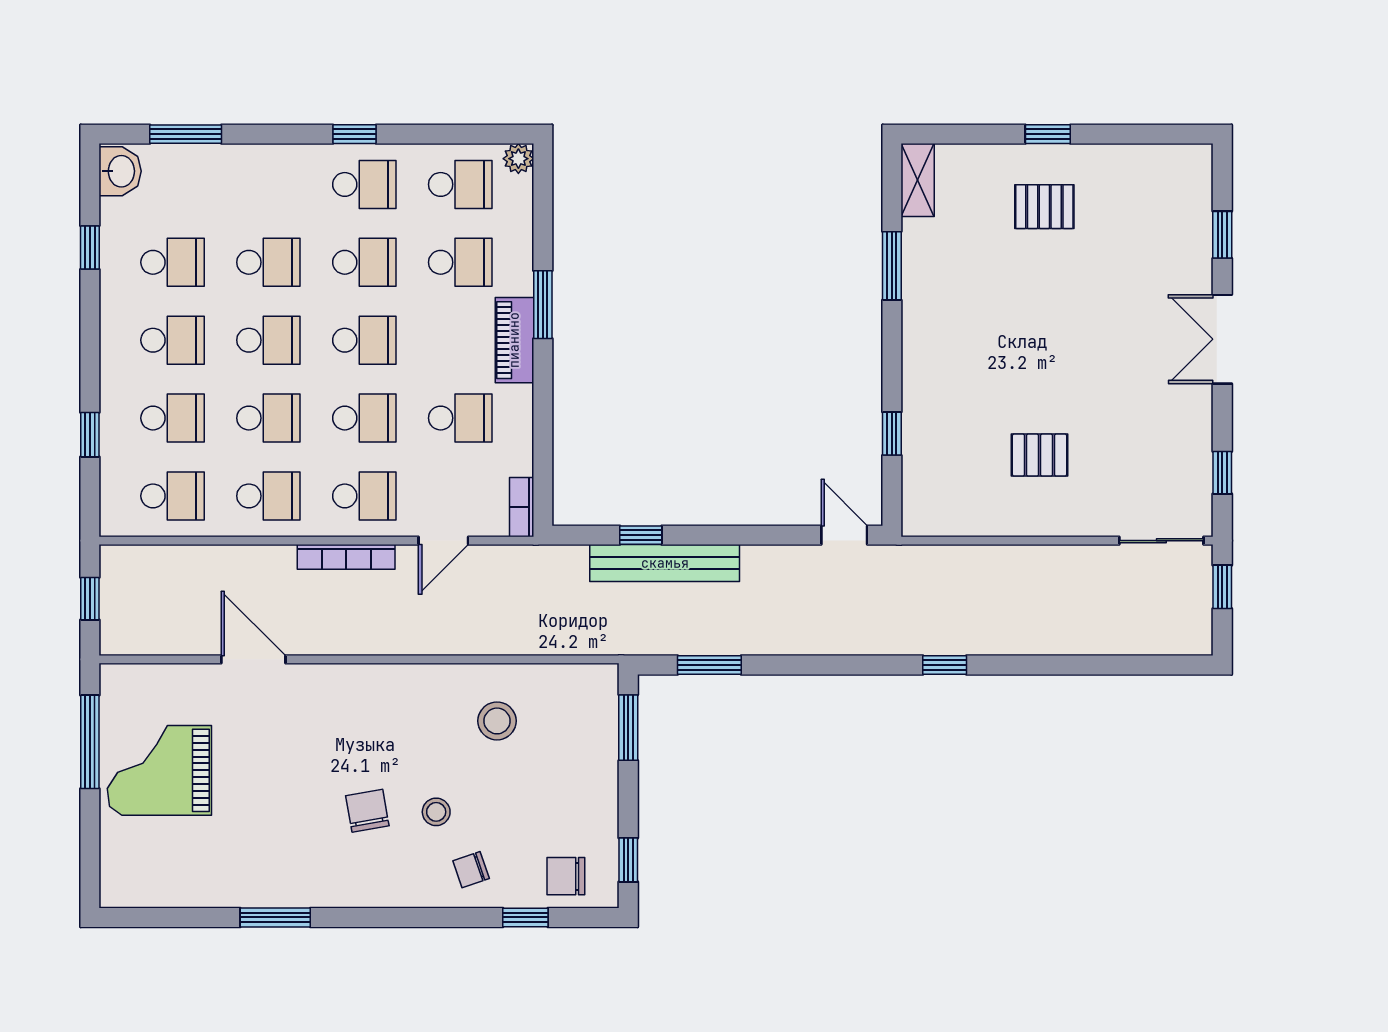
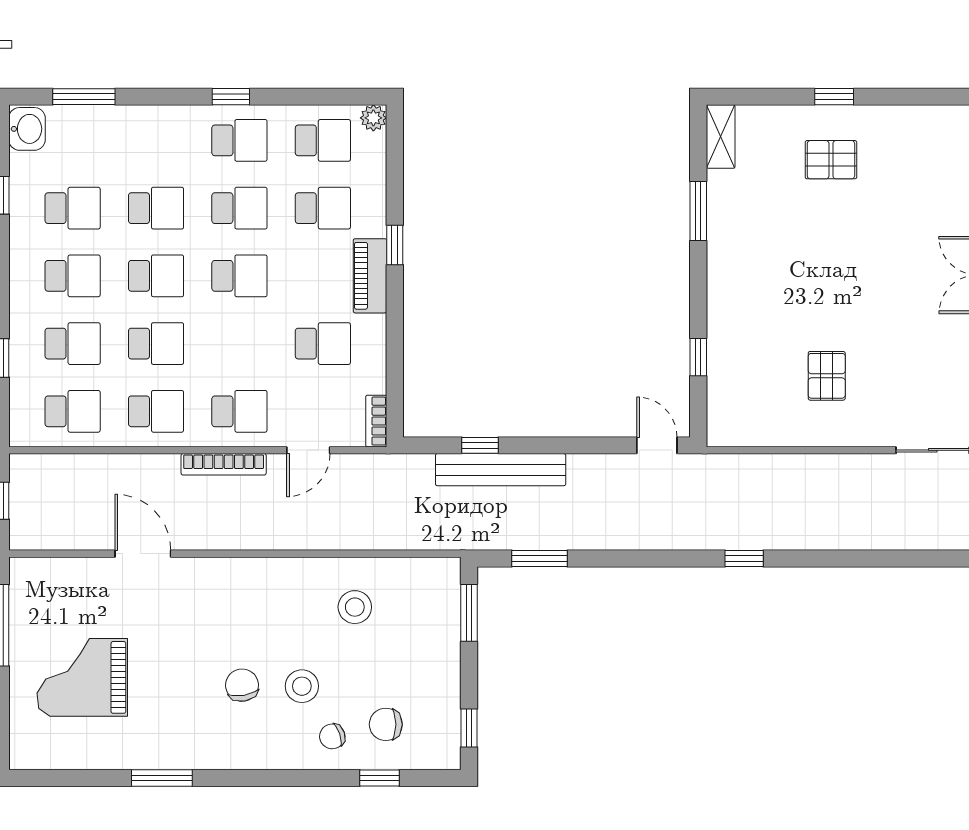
window: (543, 305) -> (395, 245), width x0.67
school desk: (364, 418) -> (239, 344), removed
pallet: (1039, 455) -> (827, 376), turned 90
grand piano: (159, 770) -> (82, 677), moved
stool: (436, 812) -> (302, 686), width x1.37, depth x1.37
chair: (566, 876) -> (386, 724), moved

